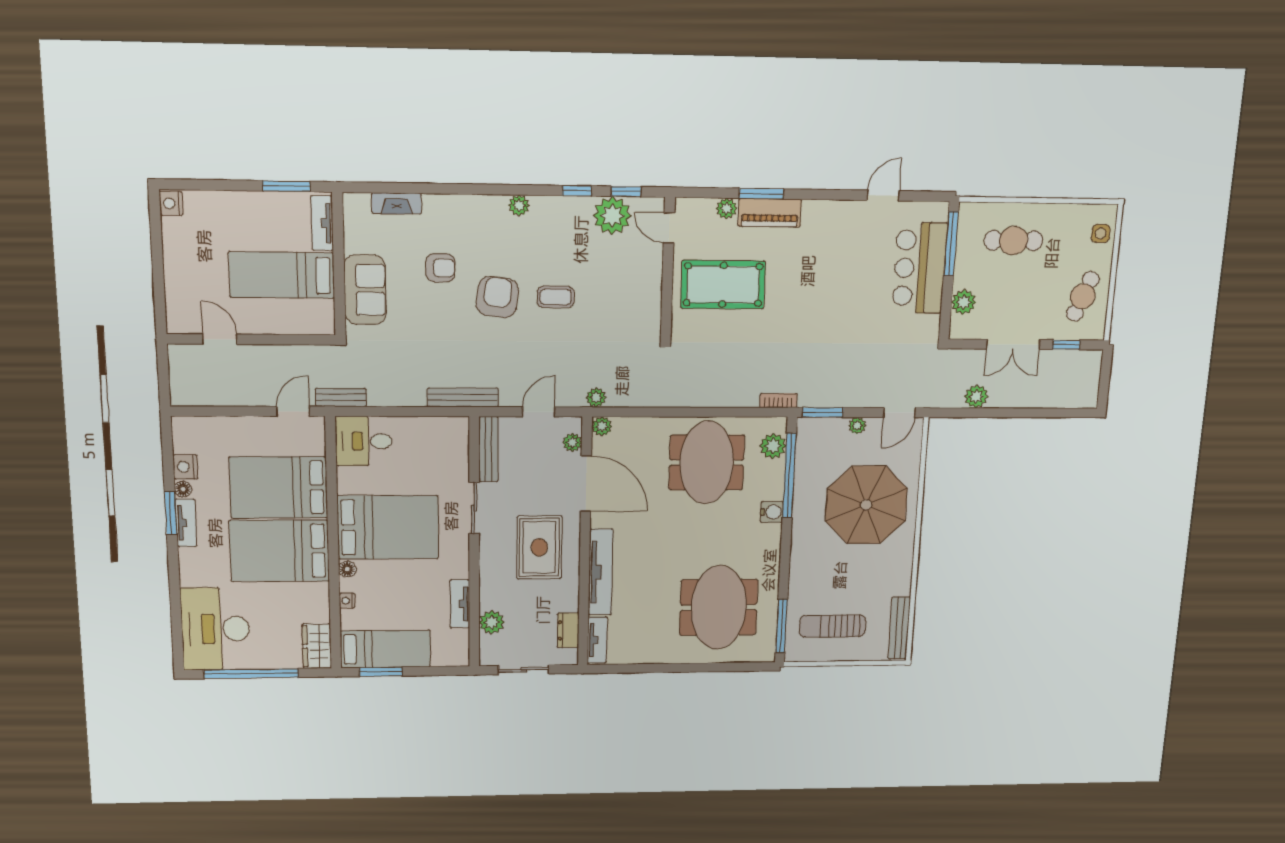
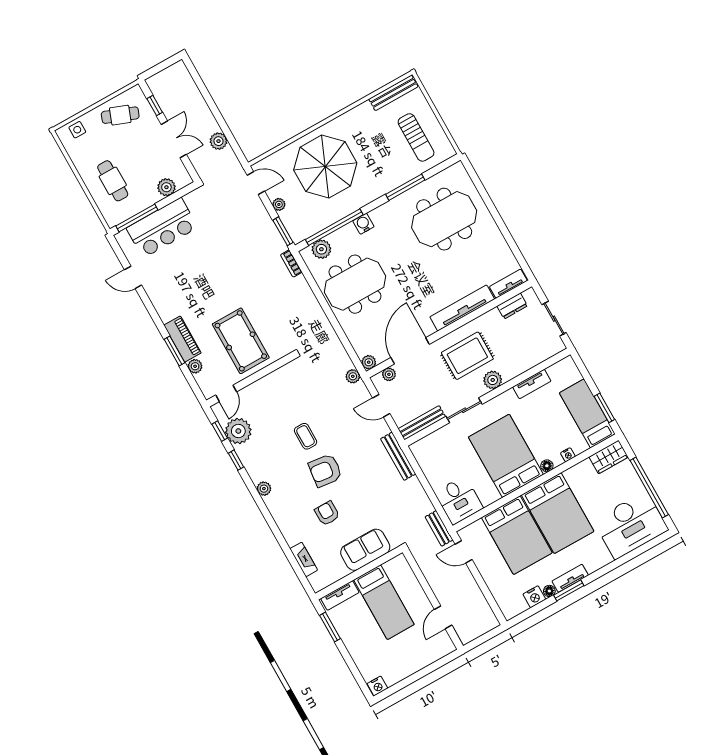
plant: (492, 622) -> (493, 380), moved
window: (781, 626) -> (405, 187), moved

